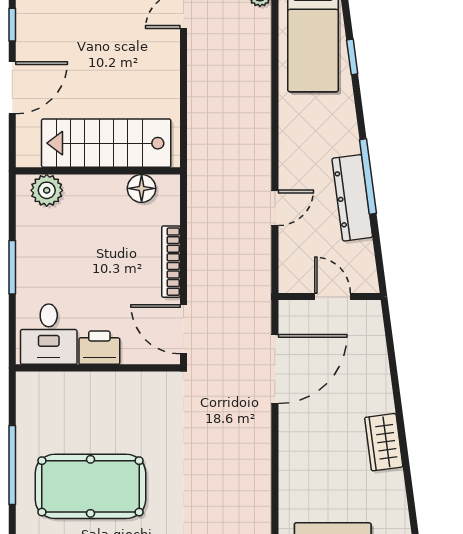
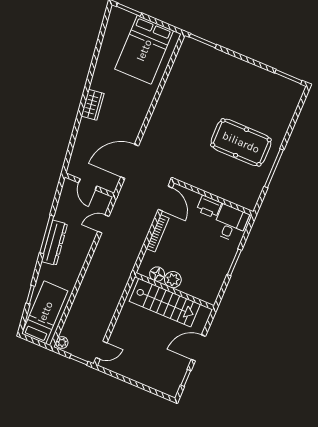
plant: (47, 190) -> (173, 280), moved
dresser: (352, 198) -> (54, 243), moved
door: (275, 208) -> (103, 224), moved

